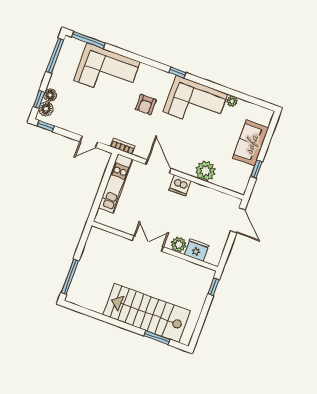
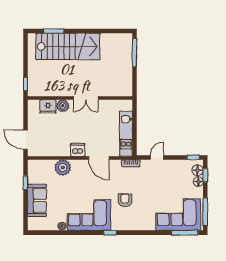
corner sofa: (107, 71) -> (178, 215), moved

